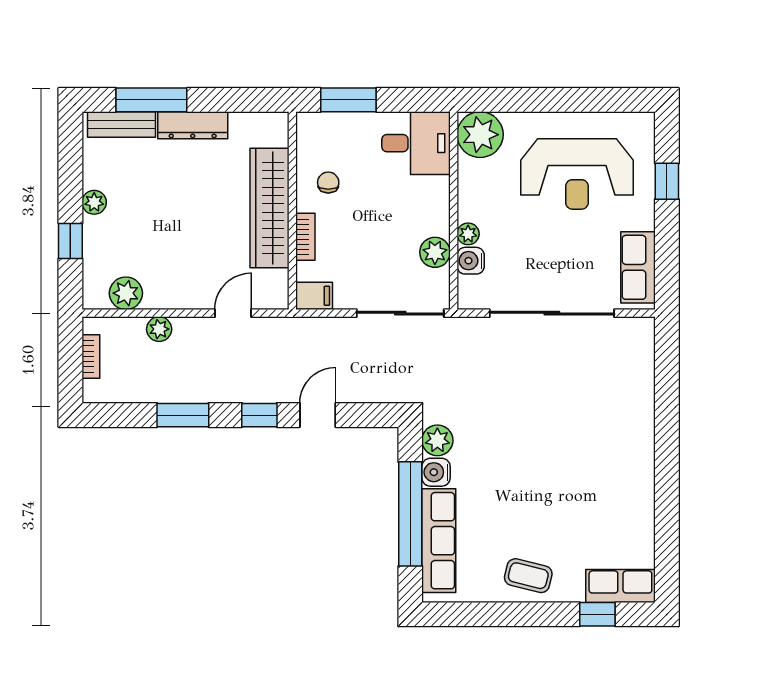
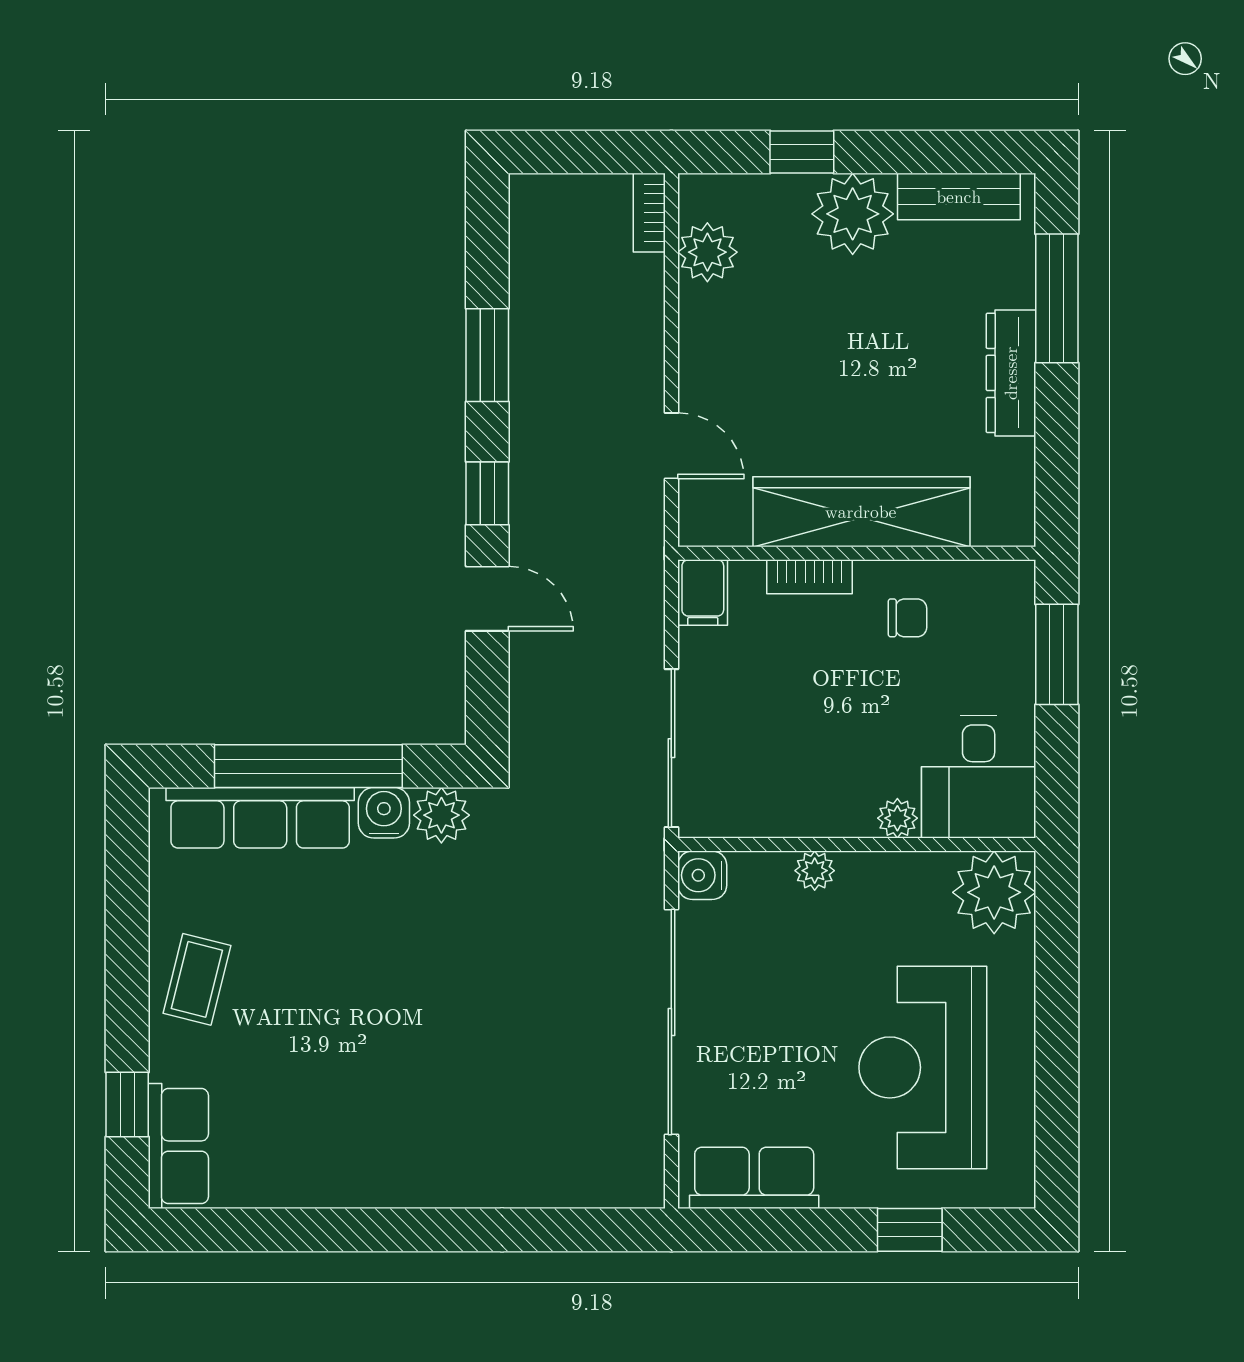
bench: (122, 125) -> (959, 197), moved, turned 90
plant: (94, 202) -> (853, 214), width x1.87, depth x1.87
plant: (435, 252) -> (897, 818), moved, width x0.73, depth x0.73
water cooler: (471, 261) -> (702, 875), moved, turned -90
plant: (159, 329) -> (643, 312), removed
bookcase: (91, 356) -> (649, 213), moved, turned 90

